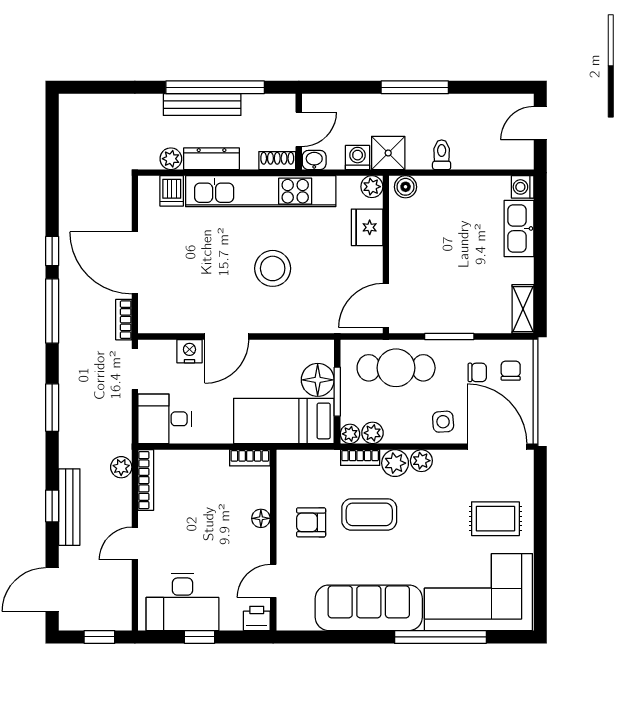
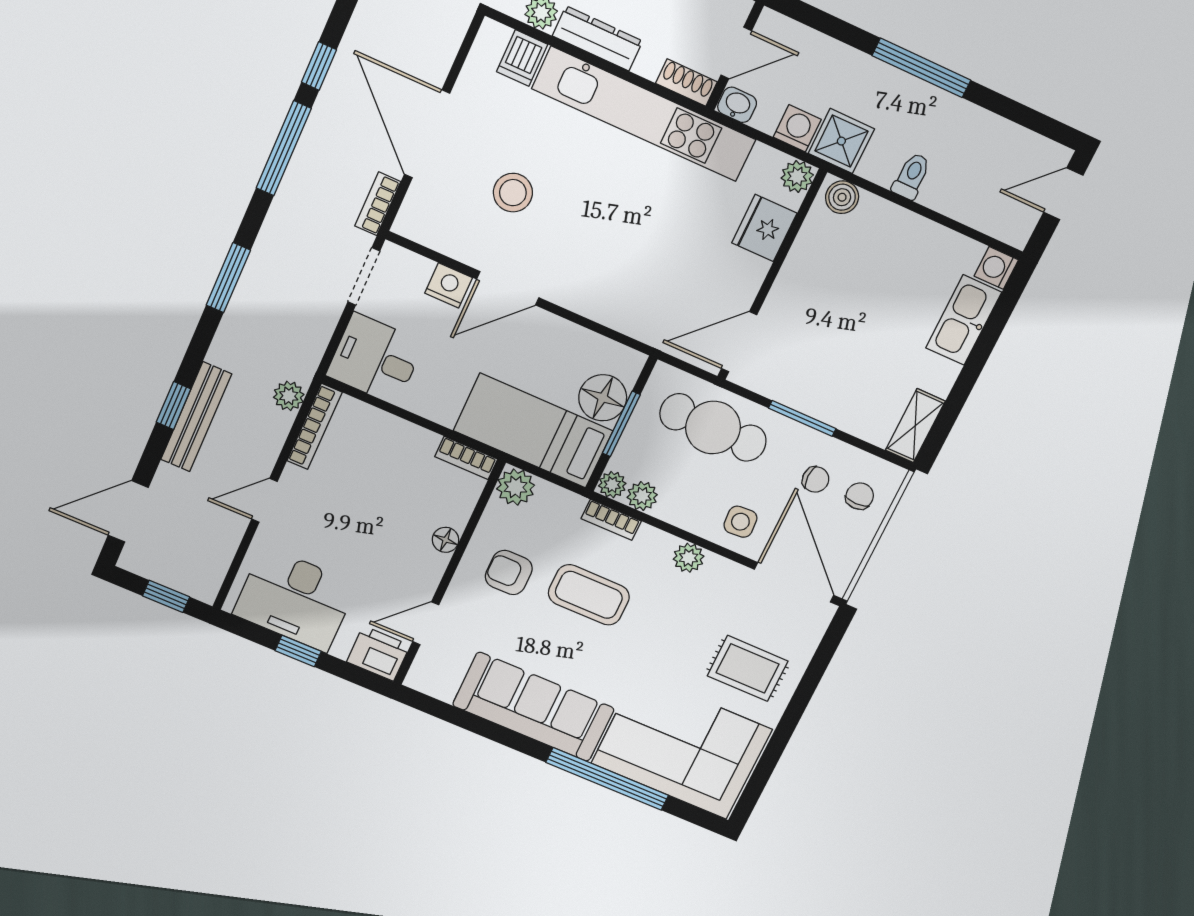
stool: (273, 268) -> (513, 193), moved, width x0.73, depth x0.73
plant: (395, 463) -> (516, 487), moved
printer: (257, 618) -> (378, 653), width x1.36, depth x1.24

